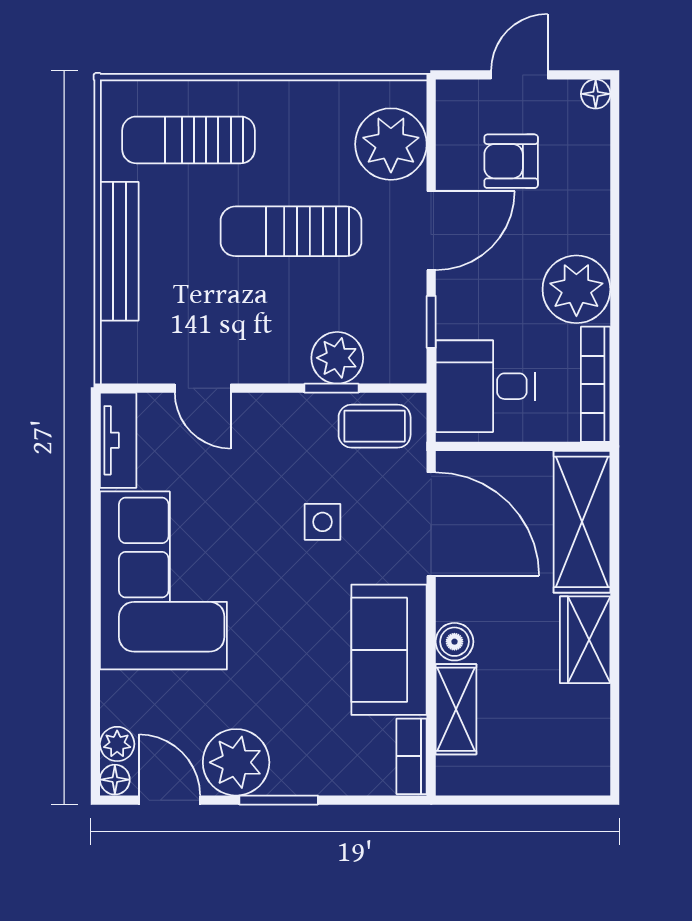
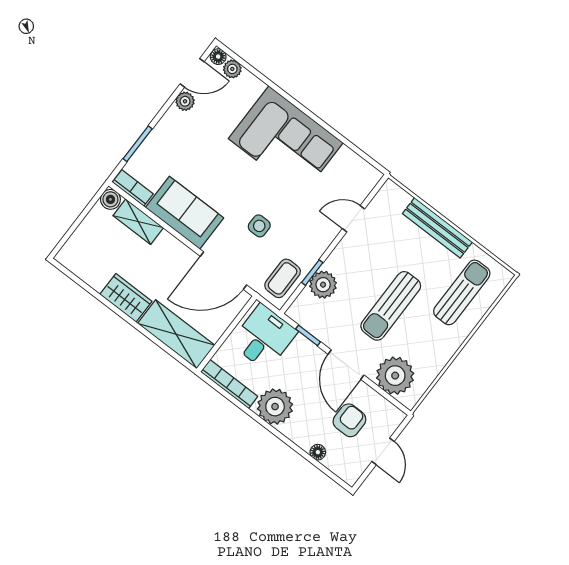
floor lamp: (596, 94) -> (318, 452), moved
sun lounger: (291, 231) -> (391, 306), turned 180
tv unit: (118, 440) -> (359, 167), removed
boiler: (454, 642) -> (110, 199), moved
plant: (236, 762) -> (185, 101), width x0.53, depth x0.53
window: (279, 800) -> (138, 144), moved

